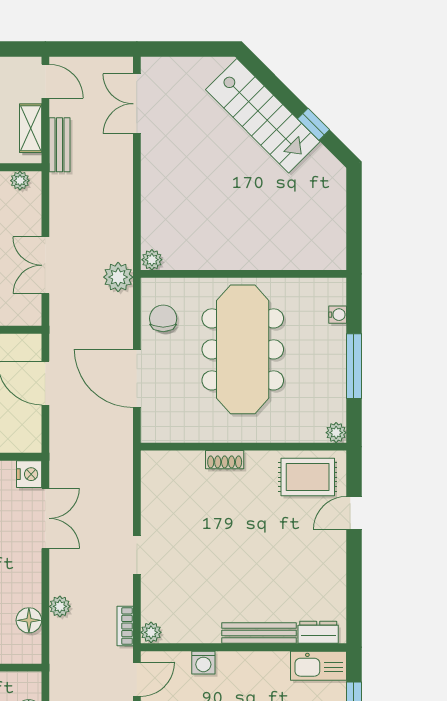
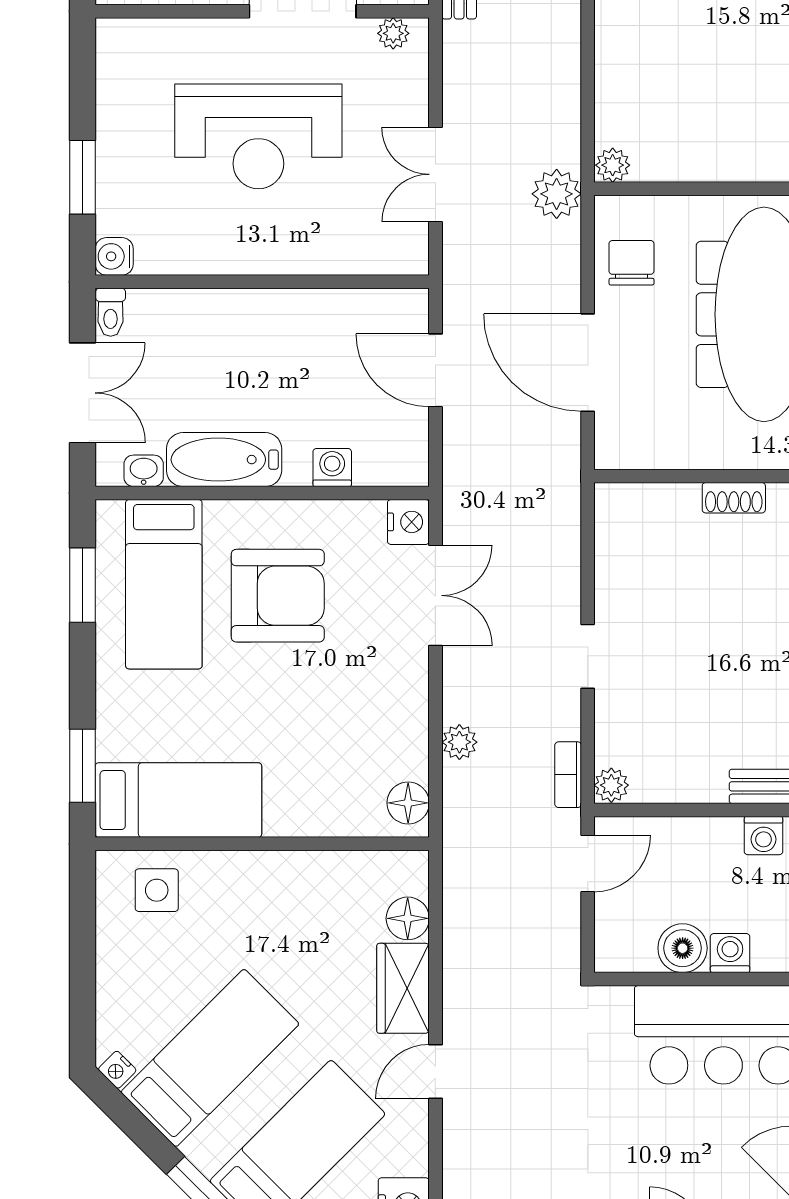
floor lamp: (29, 620) -> (408, 803), moved
washing machine: (203, 663) -> (764, 836), moved

